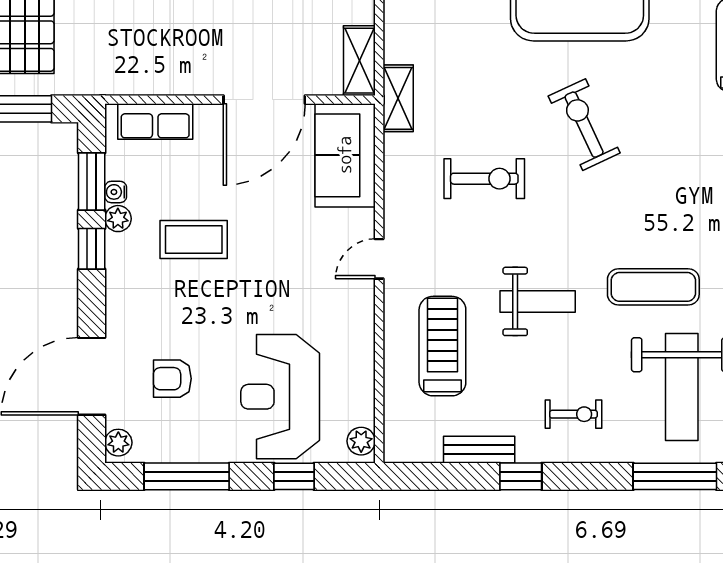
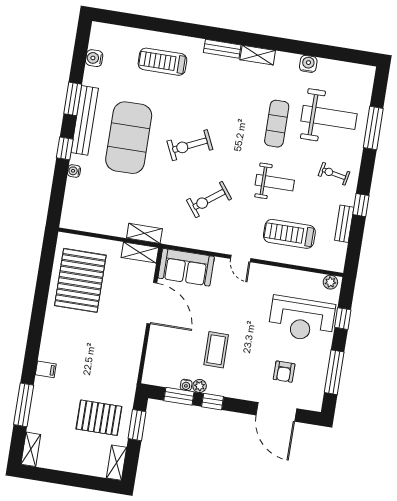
shelving: (398, 98) -> (144, 233), moved
row of seats: (155, 122) -> (154, 360), removed
exercise bike: (484, 179) -> (209, 199), turned -127
weight bench: (538, 301) -> (275, 183), turned 90
exercise bike: (573, 414) -> (334, 174), turned -79
plant: (118, 443) -> (312, 404), removed

